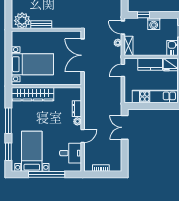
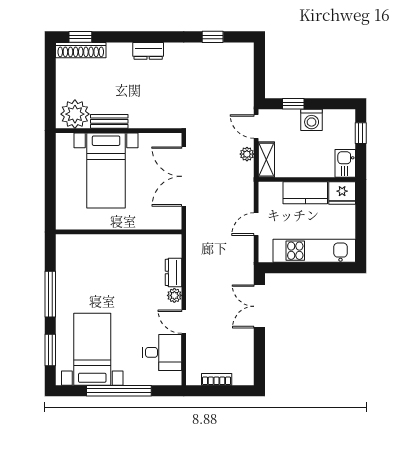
bed with nightstands: (32, 64) -> (106, 170), moved, turned 90
door: (123, 70) -> (256, 224), moved
wardrobe: (33, 94) -> (94, 246), removed
door: (83, 136) -> (184, 322), swing flipped

